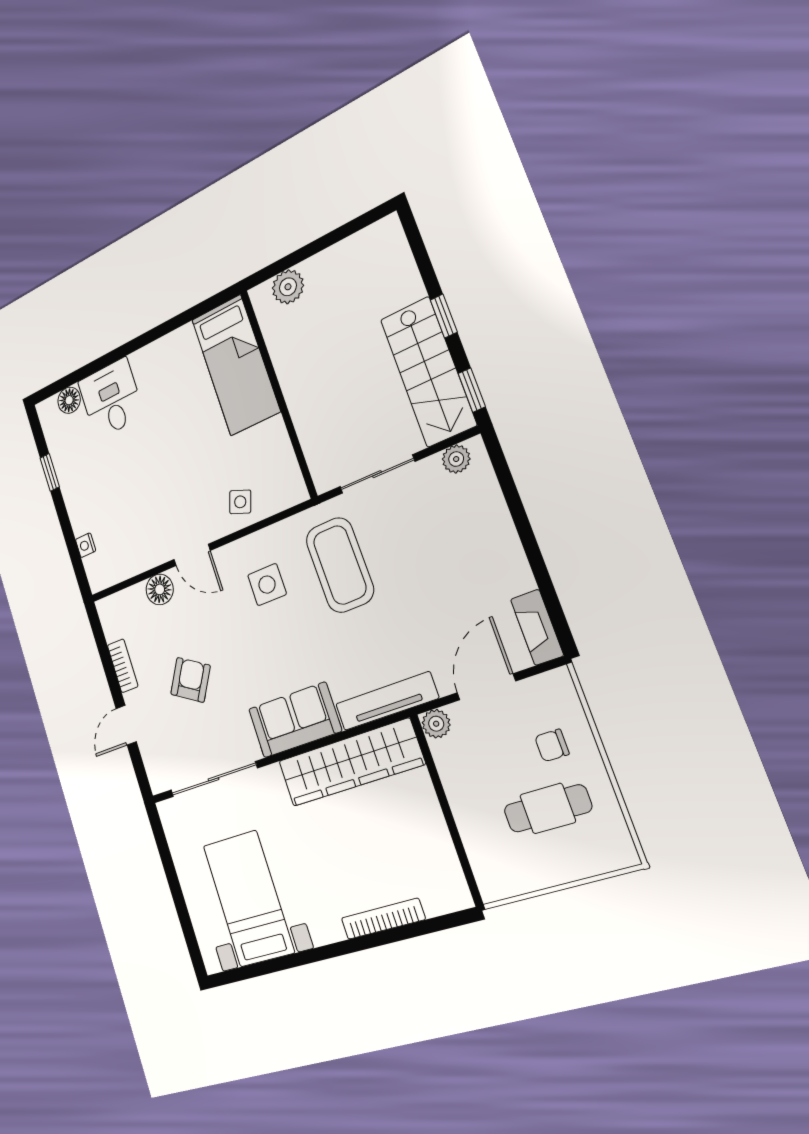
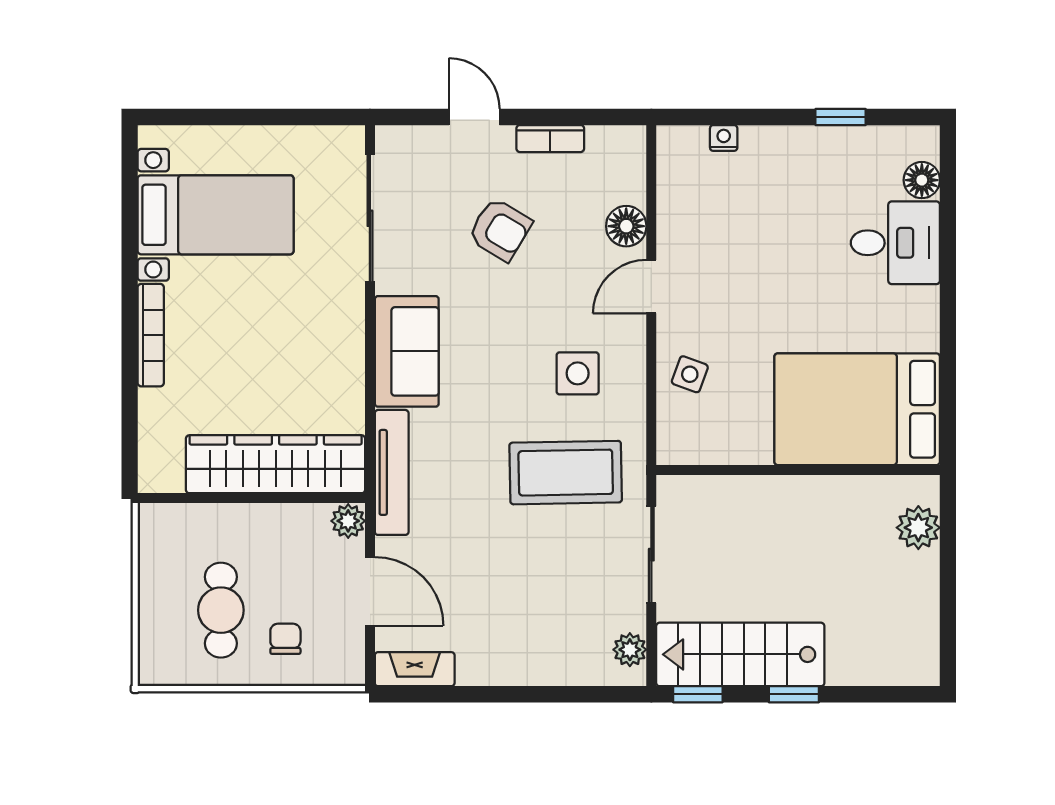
bed: (236, 365) -> (857, 409), width x1.50
wardrobe: (351, 763) -> (276, 464), moved, turned 90
bookcase: (383, 919) -> (151, 335), moved

